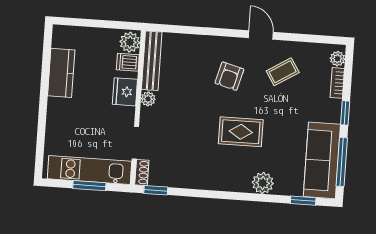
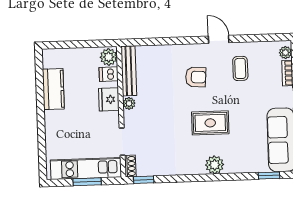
coffee table: (283, 72) -> (240, 68), turned -58
armchair: (229, 76) -> (196, 77), turned -101
plant: (263, 183) -> (215, 165), moved

